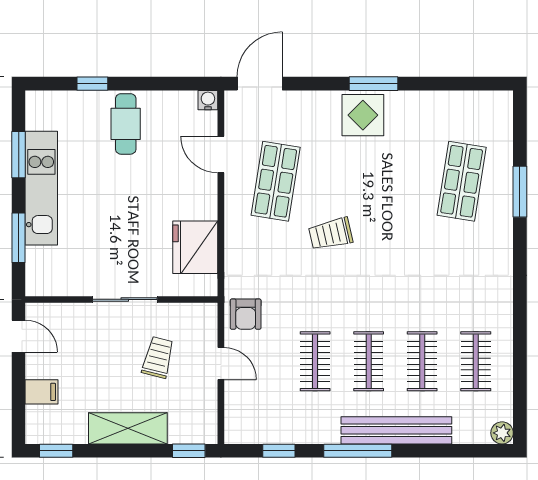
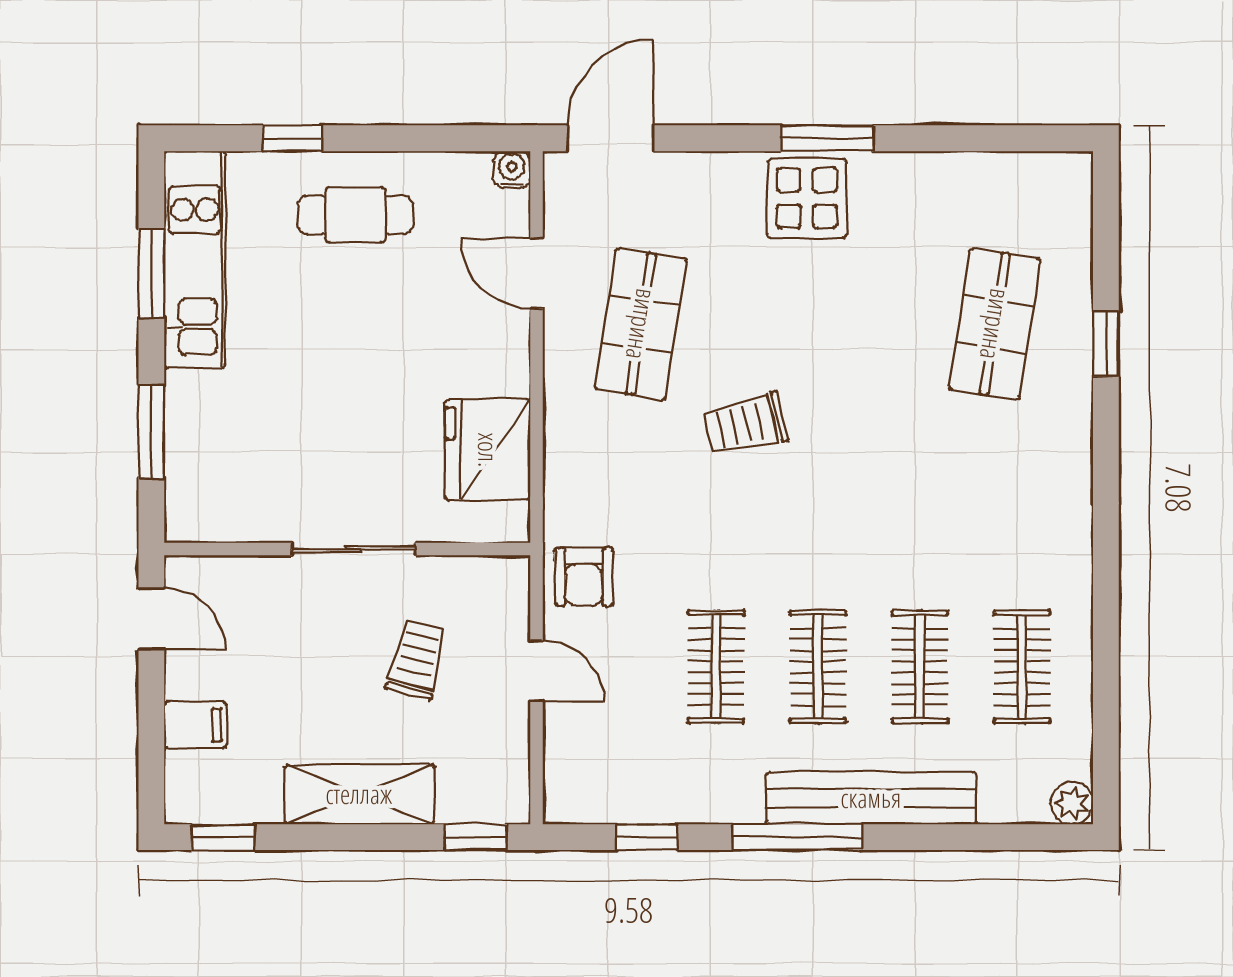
cafe table: (126, 124) -> (355, 215), turned 90
kitchen unit: (41, 188) -> (195, 260), moved
window: (520, 192) -> (1106, 344), width x0.67

